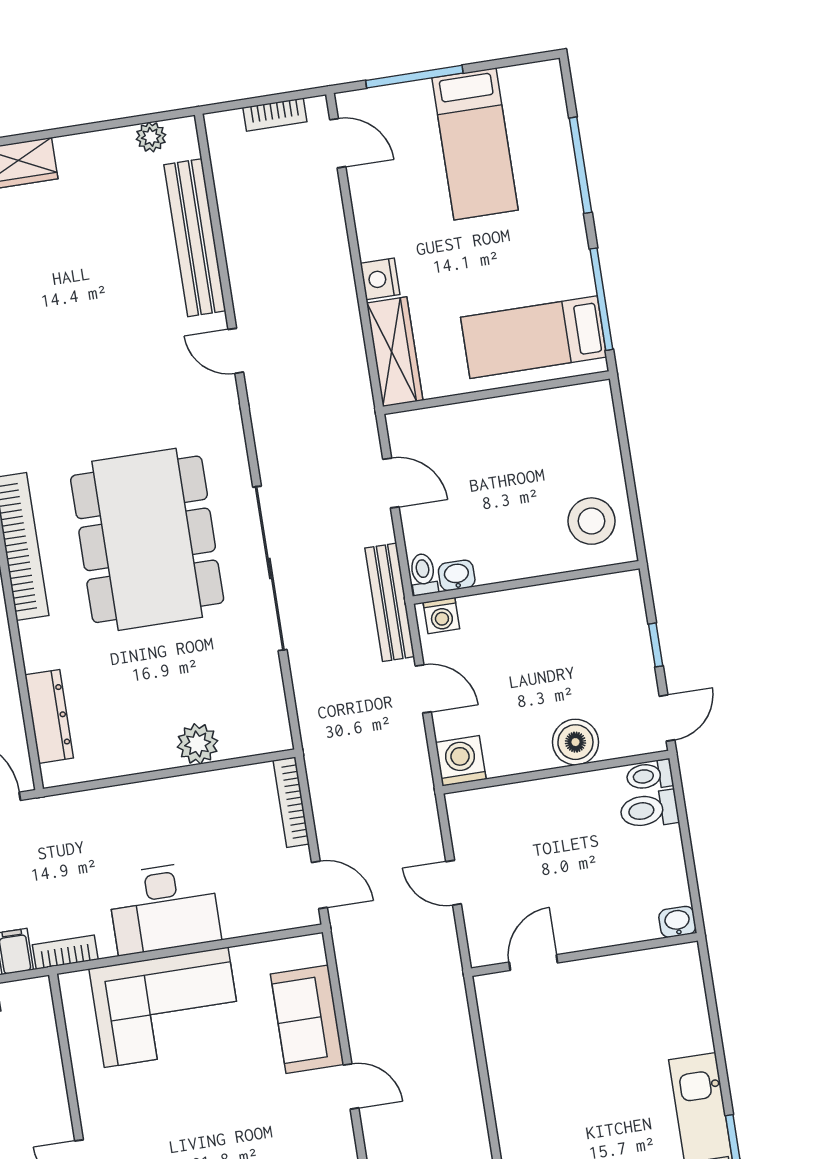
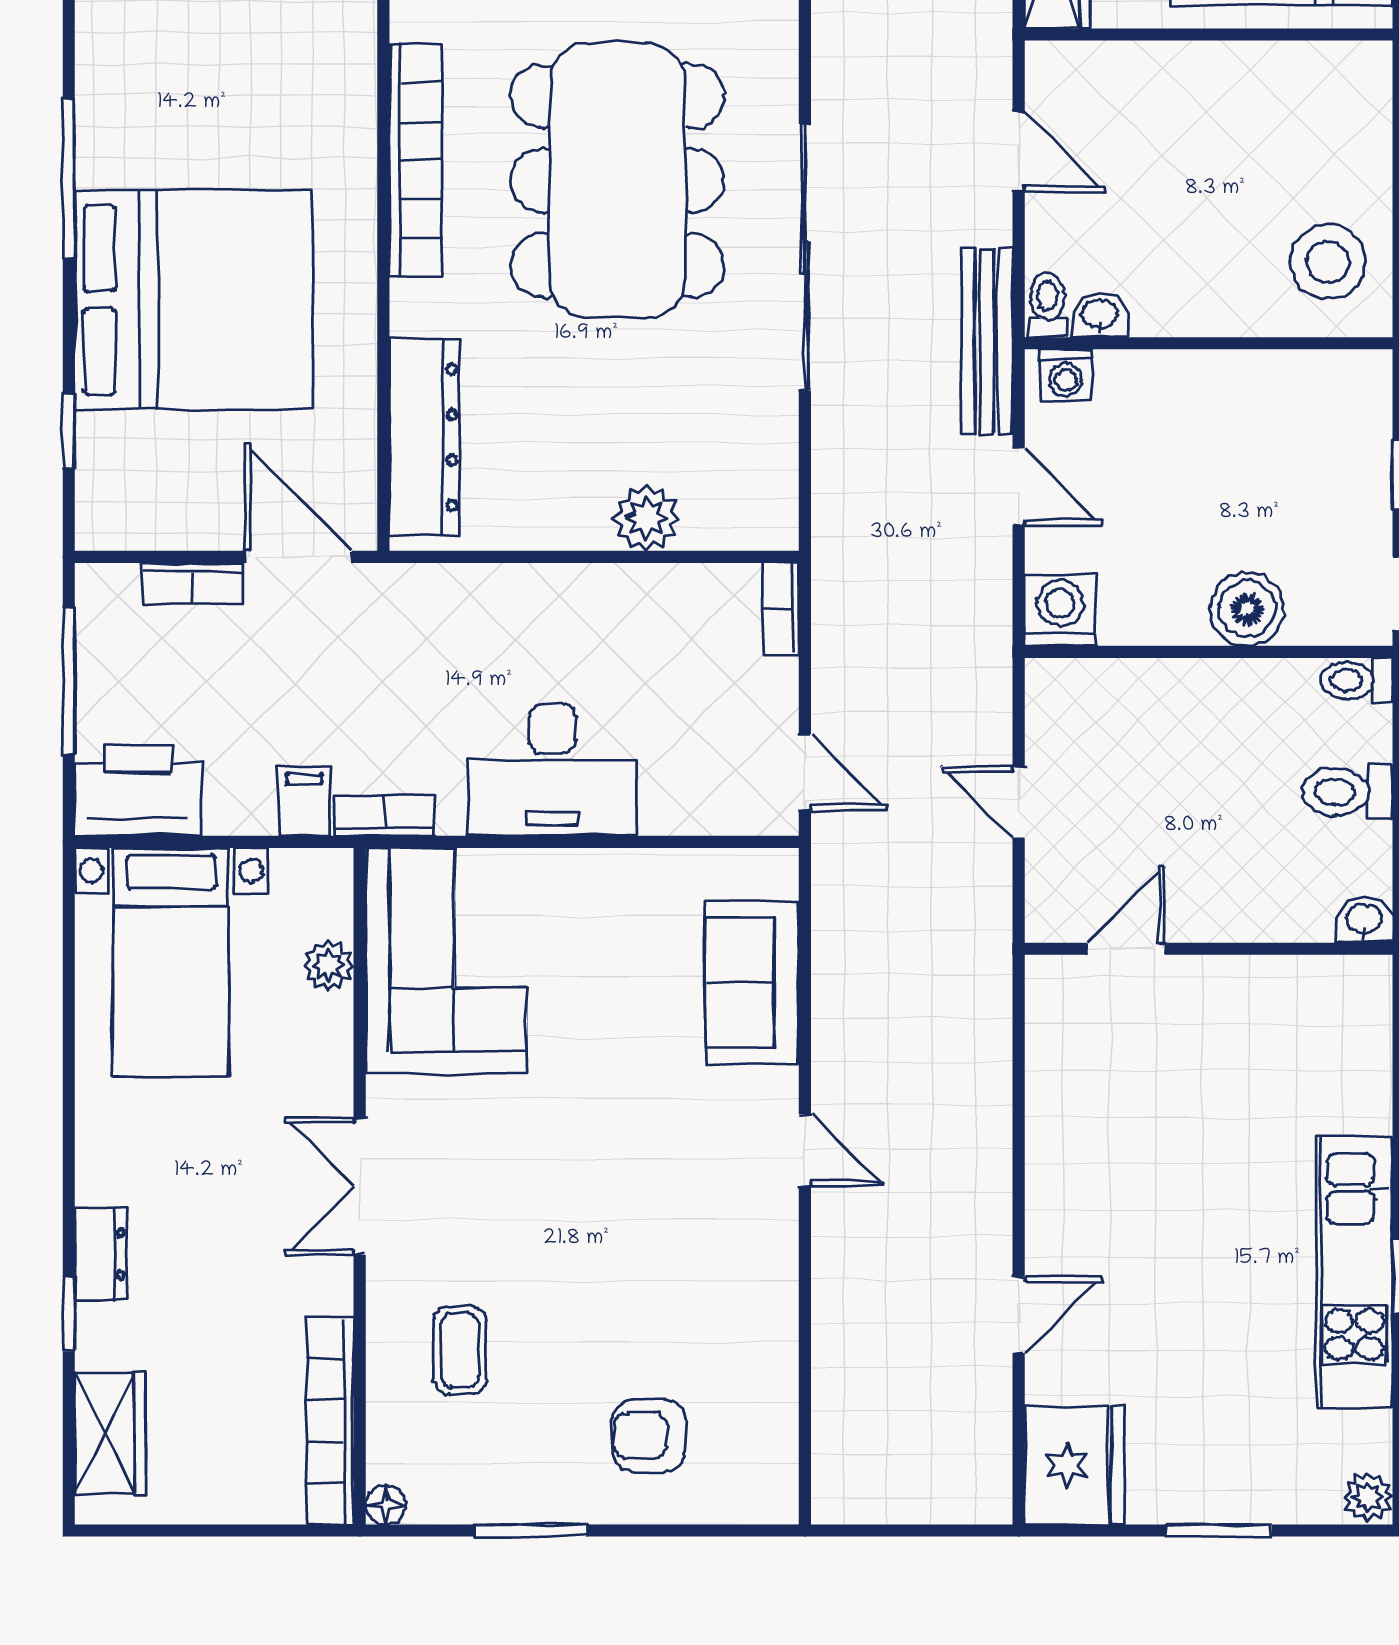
dresser: (49, 716) -> (424, 437), width x1.37, depth x1.24
bookcase: (291, 802) -> (781, 608), width x0.64
toilet: (649, 810) -> (1347, 792), moved
corner sofa: (166, 1007) -> (446, 961), moved, turned -90
plant: (45, 1049) -> (328, 965), added
door: (351, 1086) -> (805, 1150), moved

